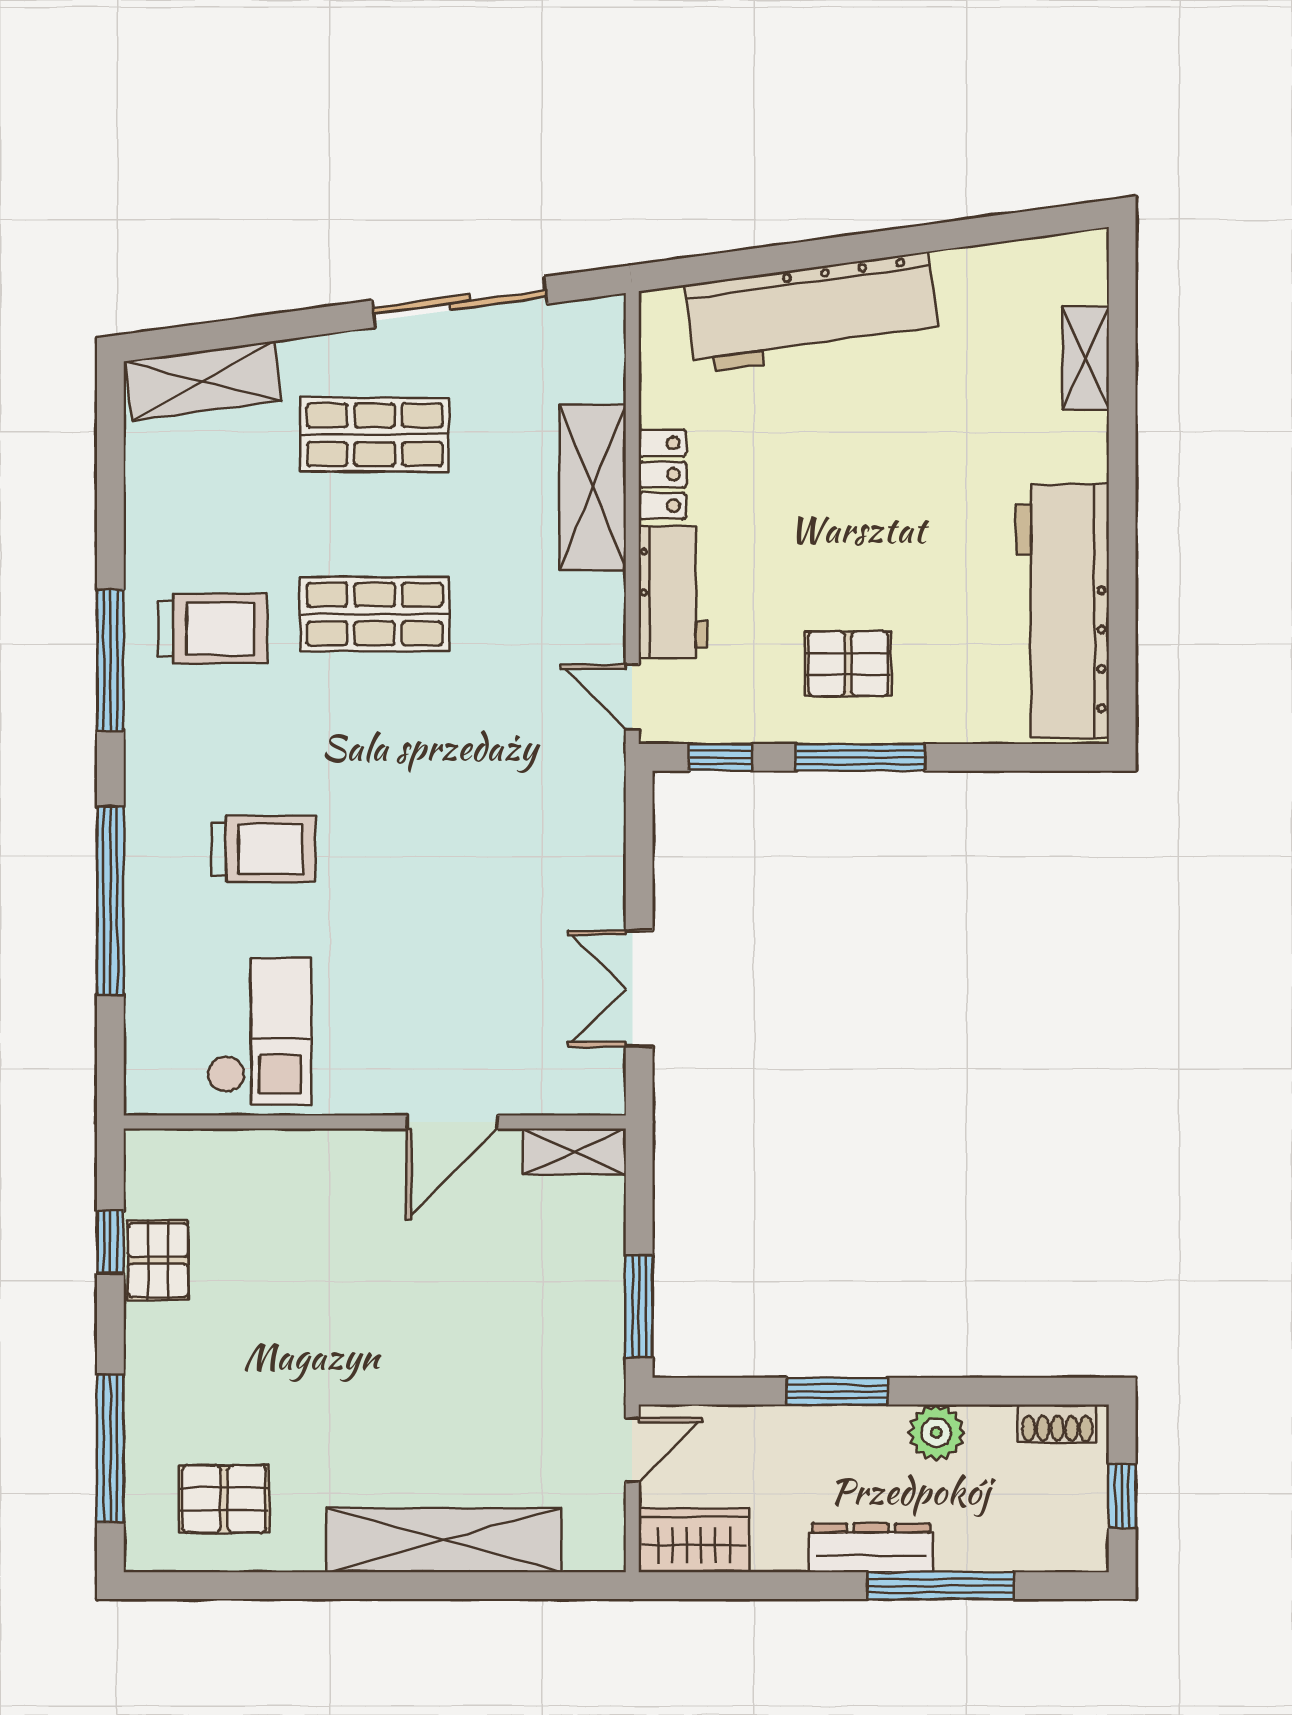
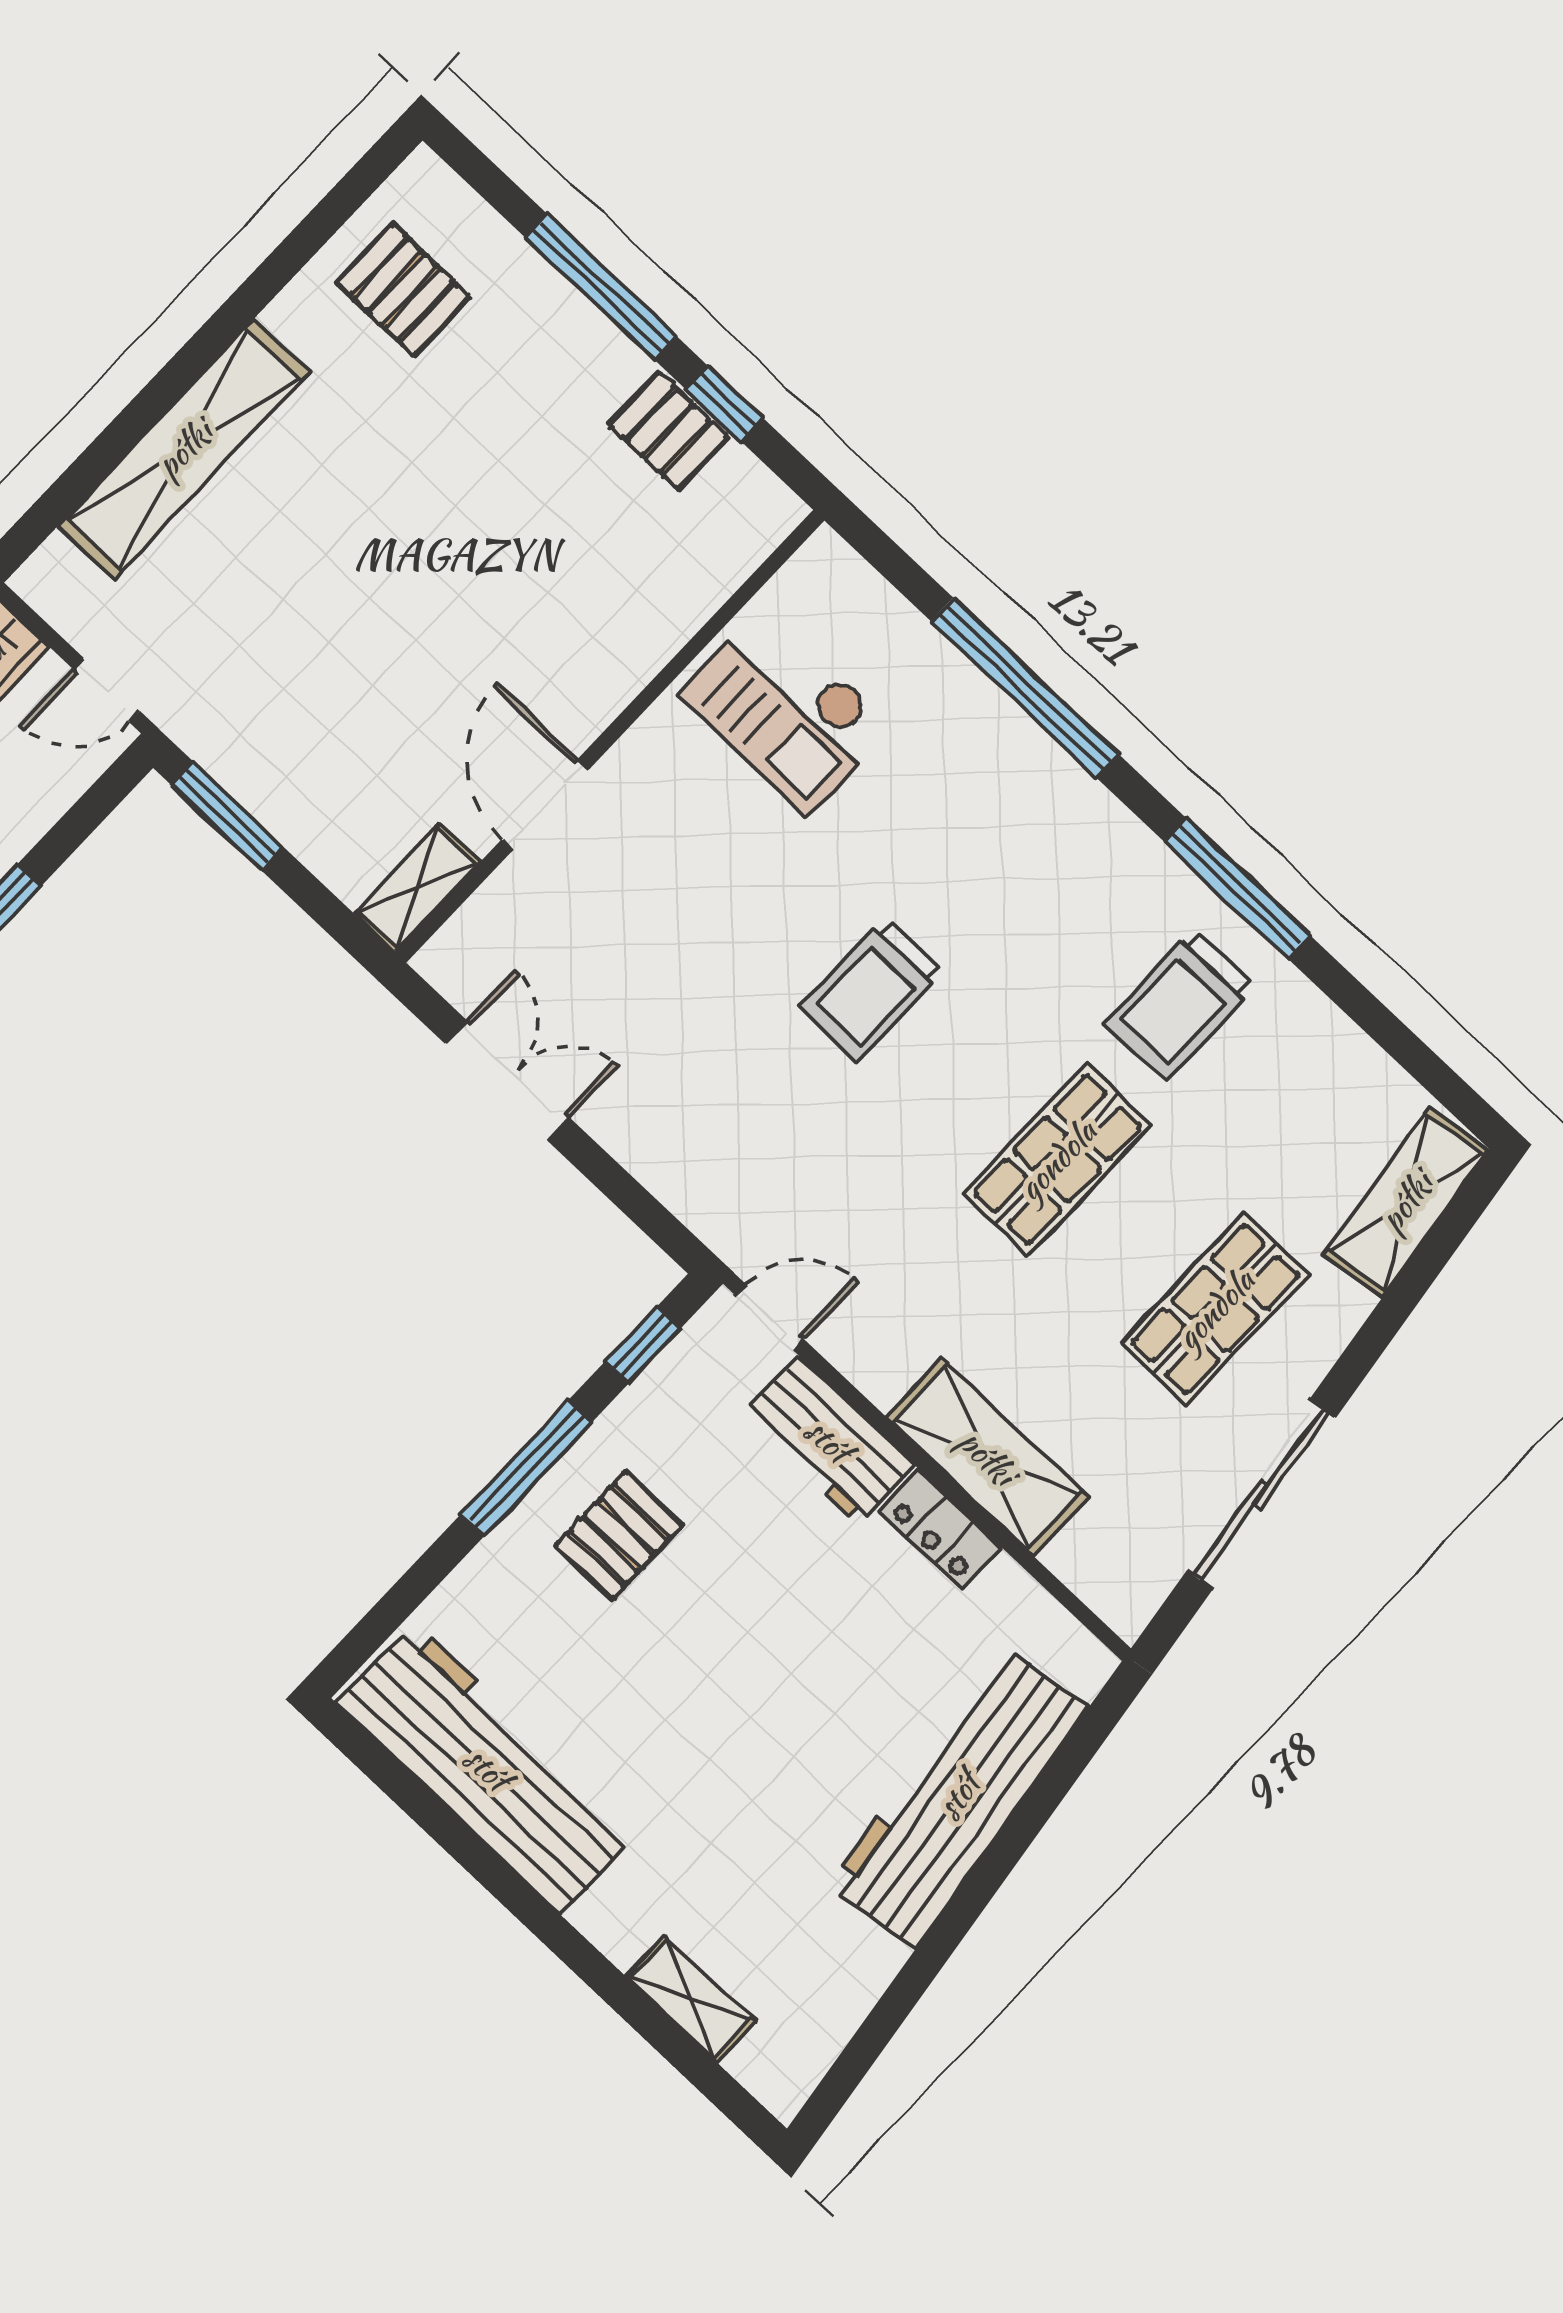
trolley: (263, 849) -> (872, 990), moved
window: (110, 1449) -> (601, 287), moved
door: (632, 1450) -> (107, 690), hinge flipped
pallet: (224, 1499) -> (403, 290), turned 90

